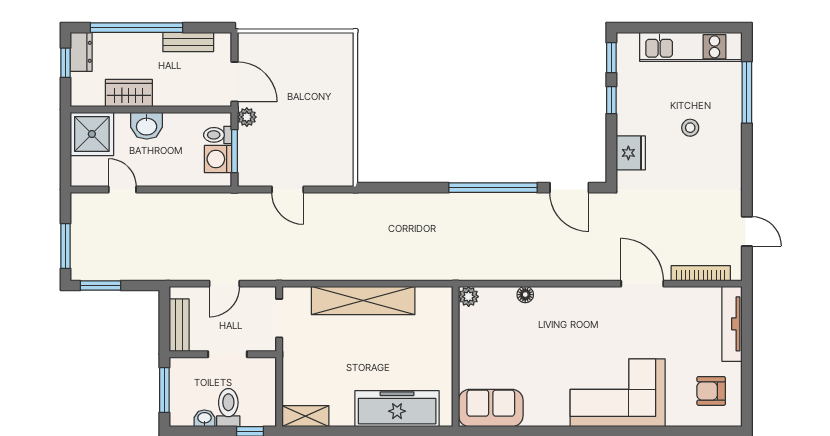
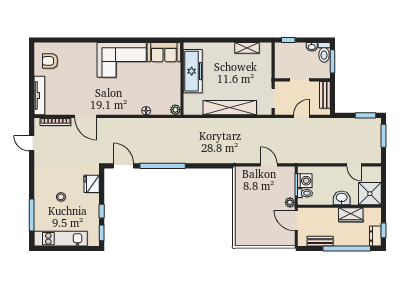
armchair: (711, 391) -> (50, 61), turned 180
corner sofa: (618, 393) -> (122, 60), moved
toilet: (228, 408) -> (324, 52), moved
freezer: (397, 409) -> (193, 71), moved, turned -90
shelving: (305, 416) -> (247, 48), moved

